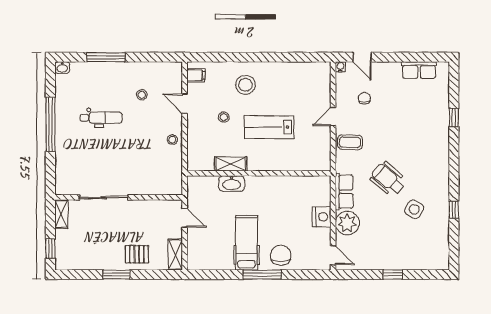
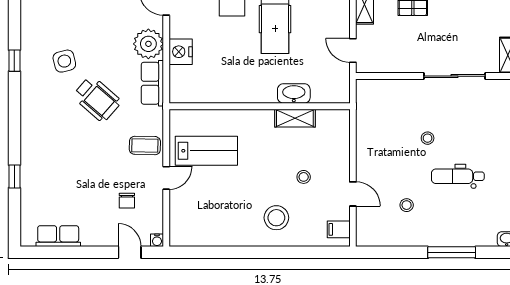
lab bench: (269, 127) -> (206, 151), moved
stool: (172, 140) -> (428, 138), moved
side table: (414, 209) -> (64, 61), turned 45

